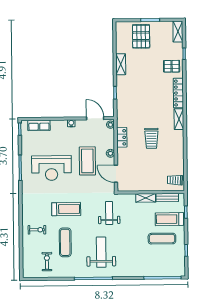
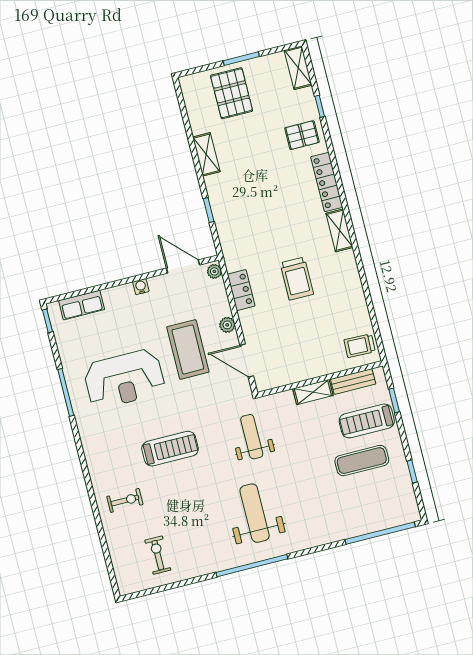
exercise mat: (65, 242) -> (183, 511), removed

